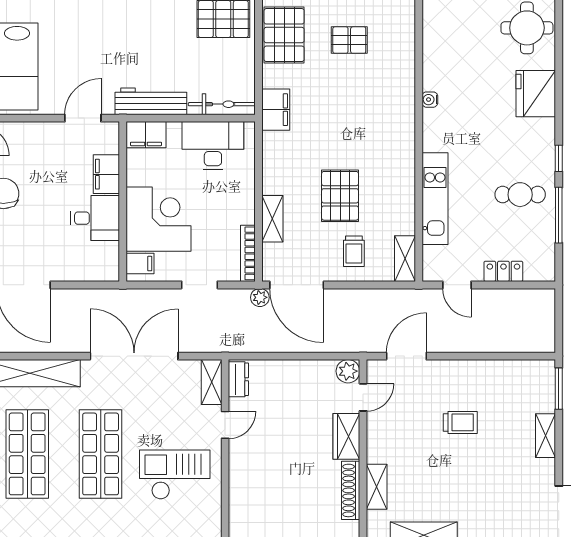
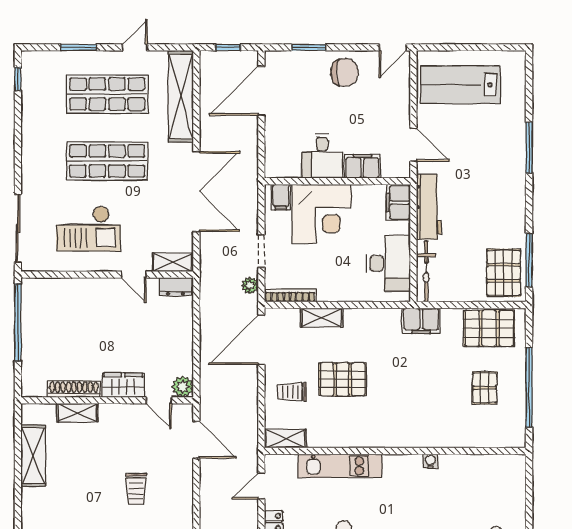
plant: (260, 297) -> (250, 285), moved
checkout: (175, 475) -> (88, 229), turned 90

